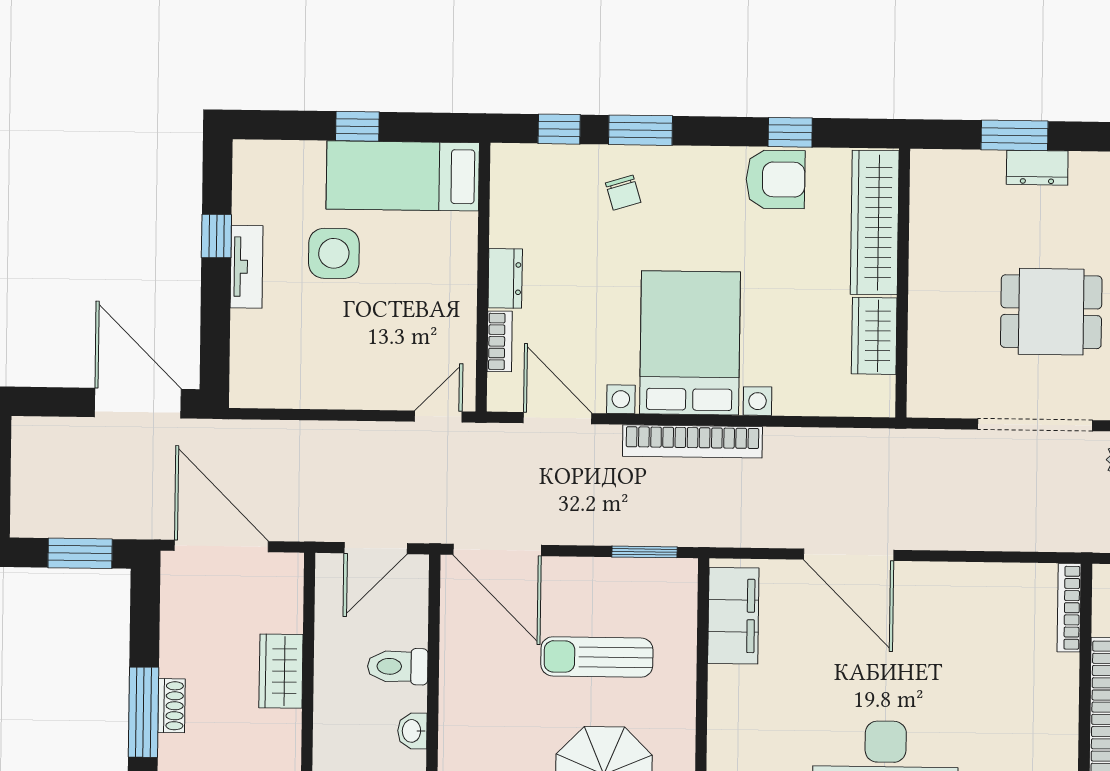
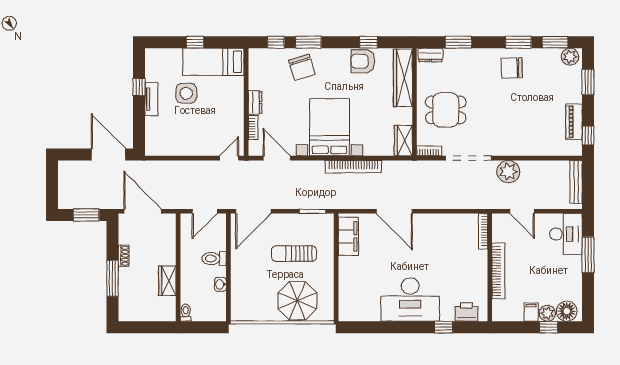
dresser: (1037, 168) -> (431, 55), moved
armchair: (775, 179) -> (363, 61), turned 180
chair: (623, 193) -> (302, 67), width x1.87, depth x1.87
dining table: (1051, 312) -> (446, 110), moved
wardrobe: (874, 336) -> (403, 141), moved
bookcase: (938, 405) -> (429, 151), added
bookcase: (692, 441) -> (353, 167), moved
door: (497, 550) -> (253, 211), hinge flipped
wardrobe: (281, 671) -> (167, 281), moved
shoe rack: (171, 706) -> (124, 256), moved

